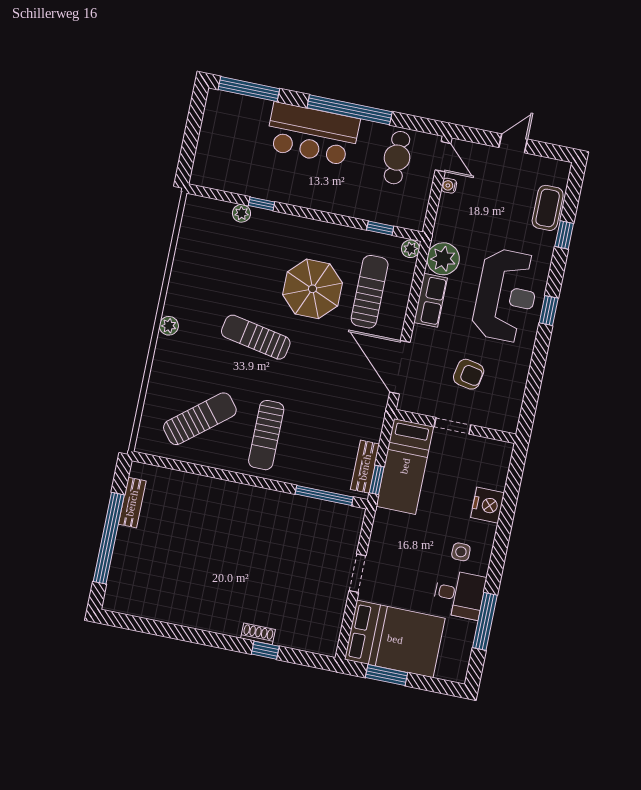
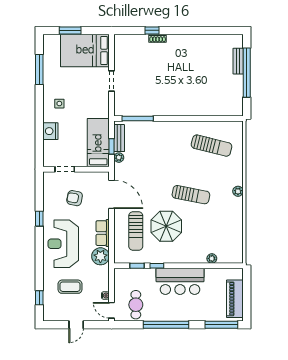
piano: (215, 131) -> (235, 299), added
bar counter: (312, 134) -> (180, 281), moved, turned 180
window: (261, 204) -> (157, 266), moved
coffee table: (548, 208) -> (70, 287), moved, turned 90
window: (564, 235) -> (39, 298), moved
plant: (410, 249) -> (119, 158), moved
window: (549, 311) -> (39, 219), moved
sun lounger: (200, 419) -> (212, 146), turned -127
doorway: (453, 426) -> (65, 169), moved
sun lounger: (266, 435) -> (175, 144), removed
window: (377, 480) -> (112, 146), moved
bench: (132, 503) -> (238, 61), moved
desk: (459, 594) -> (56, 81), removed
window: (386, 675) -> (70, 30), moved

